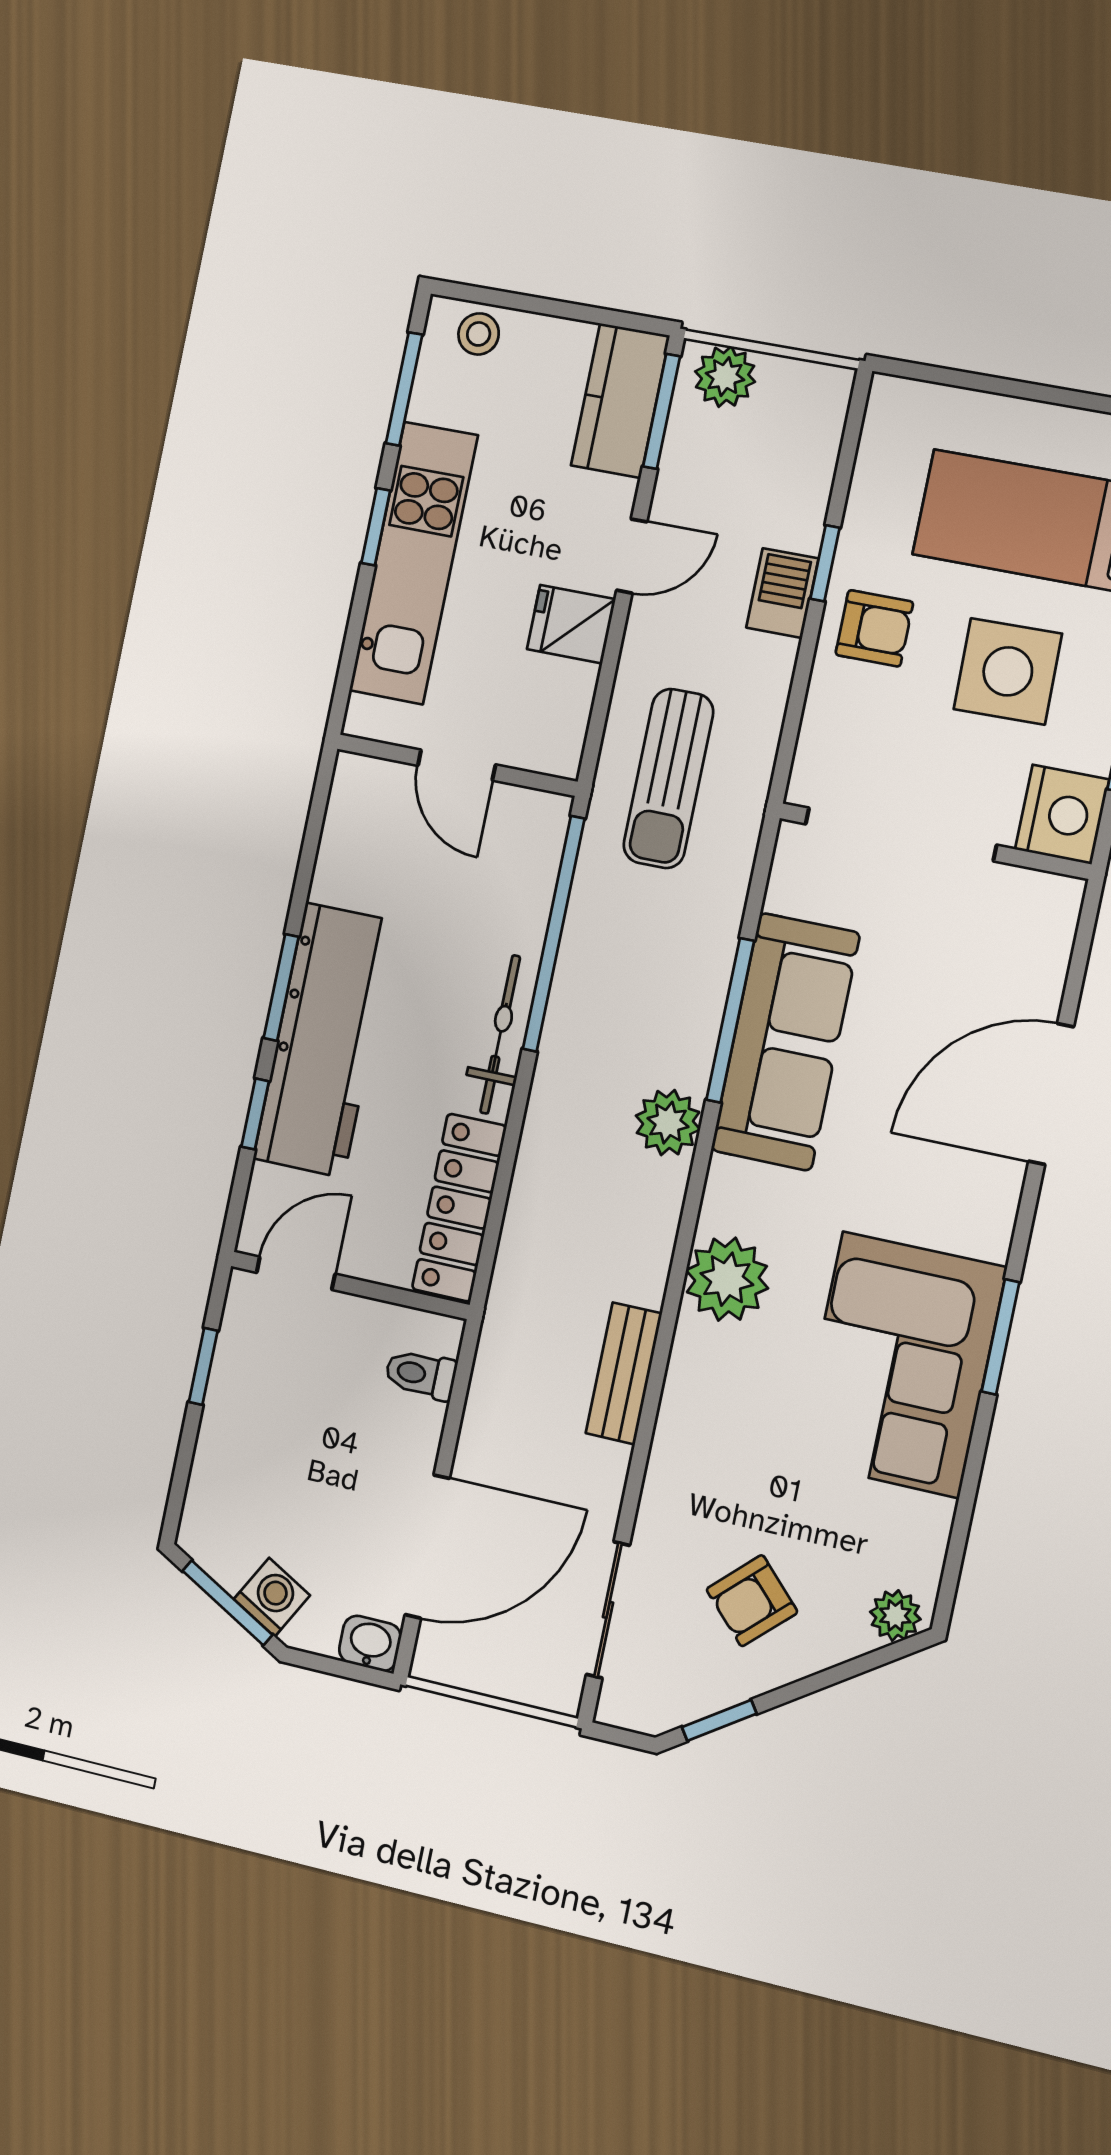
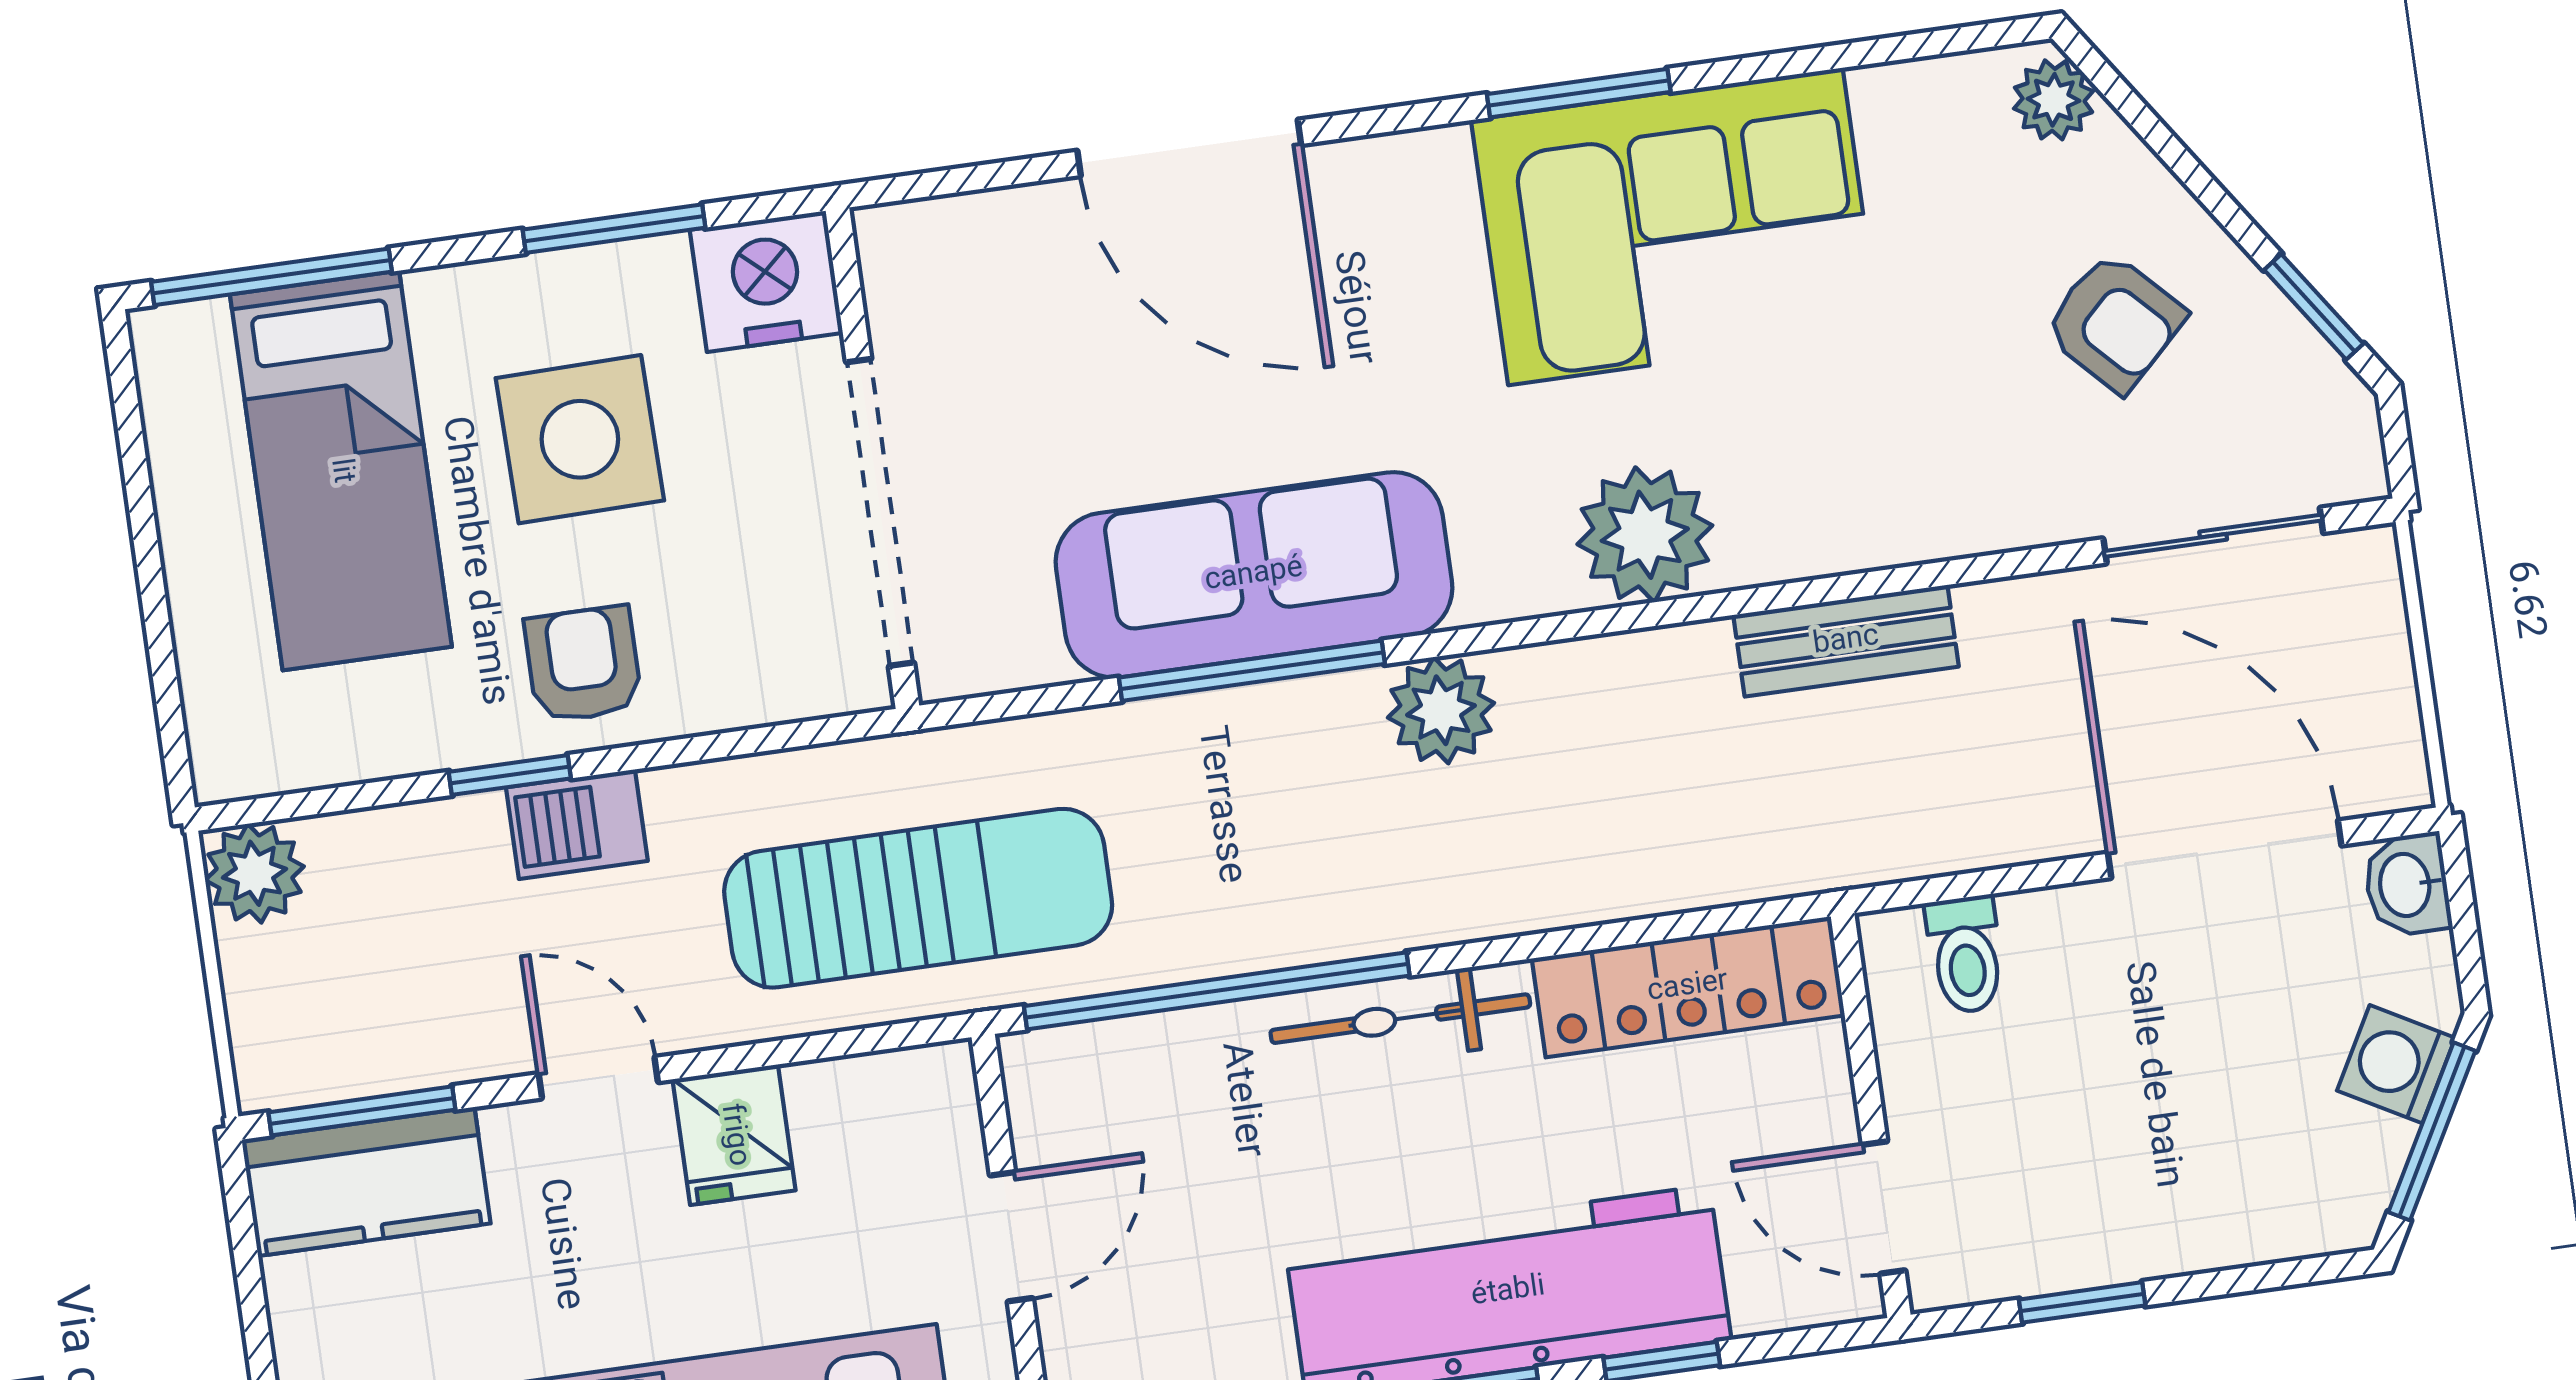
plant: (725, 377) -> (254, 873), moved
sun lounger: (668, 779) -> (918, 898), width x1.36, depth x1.34

